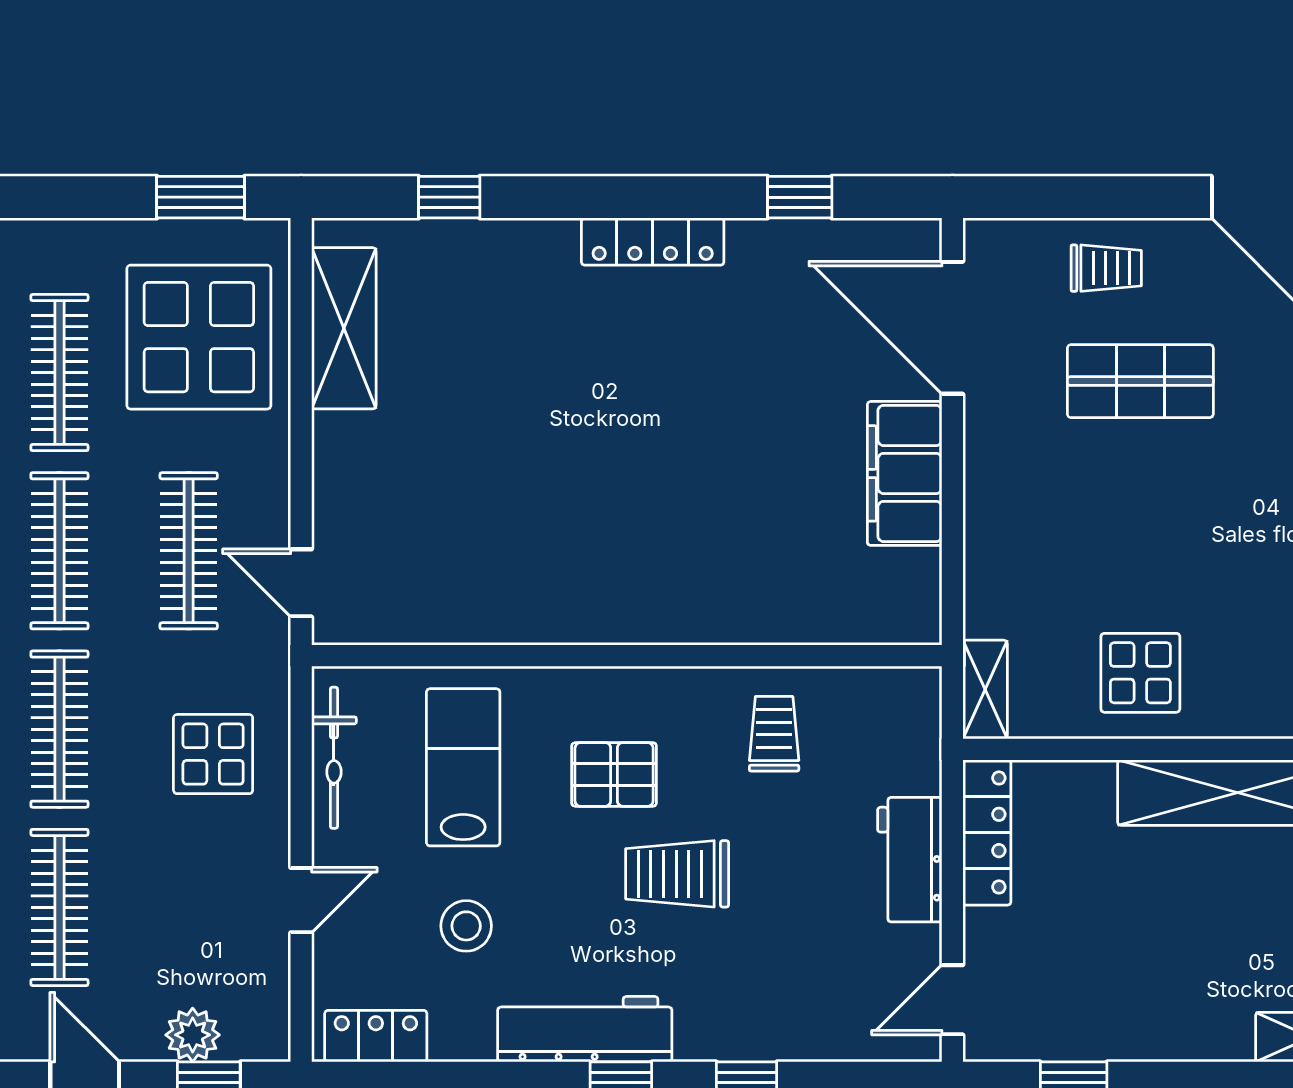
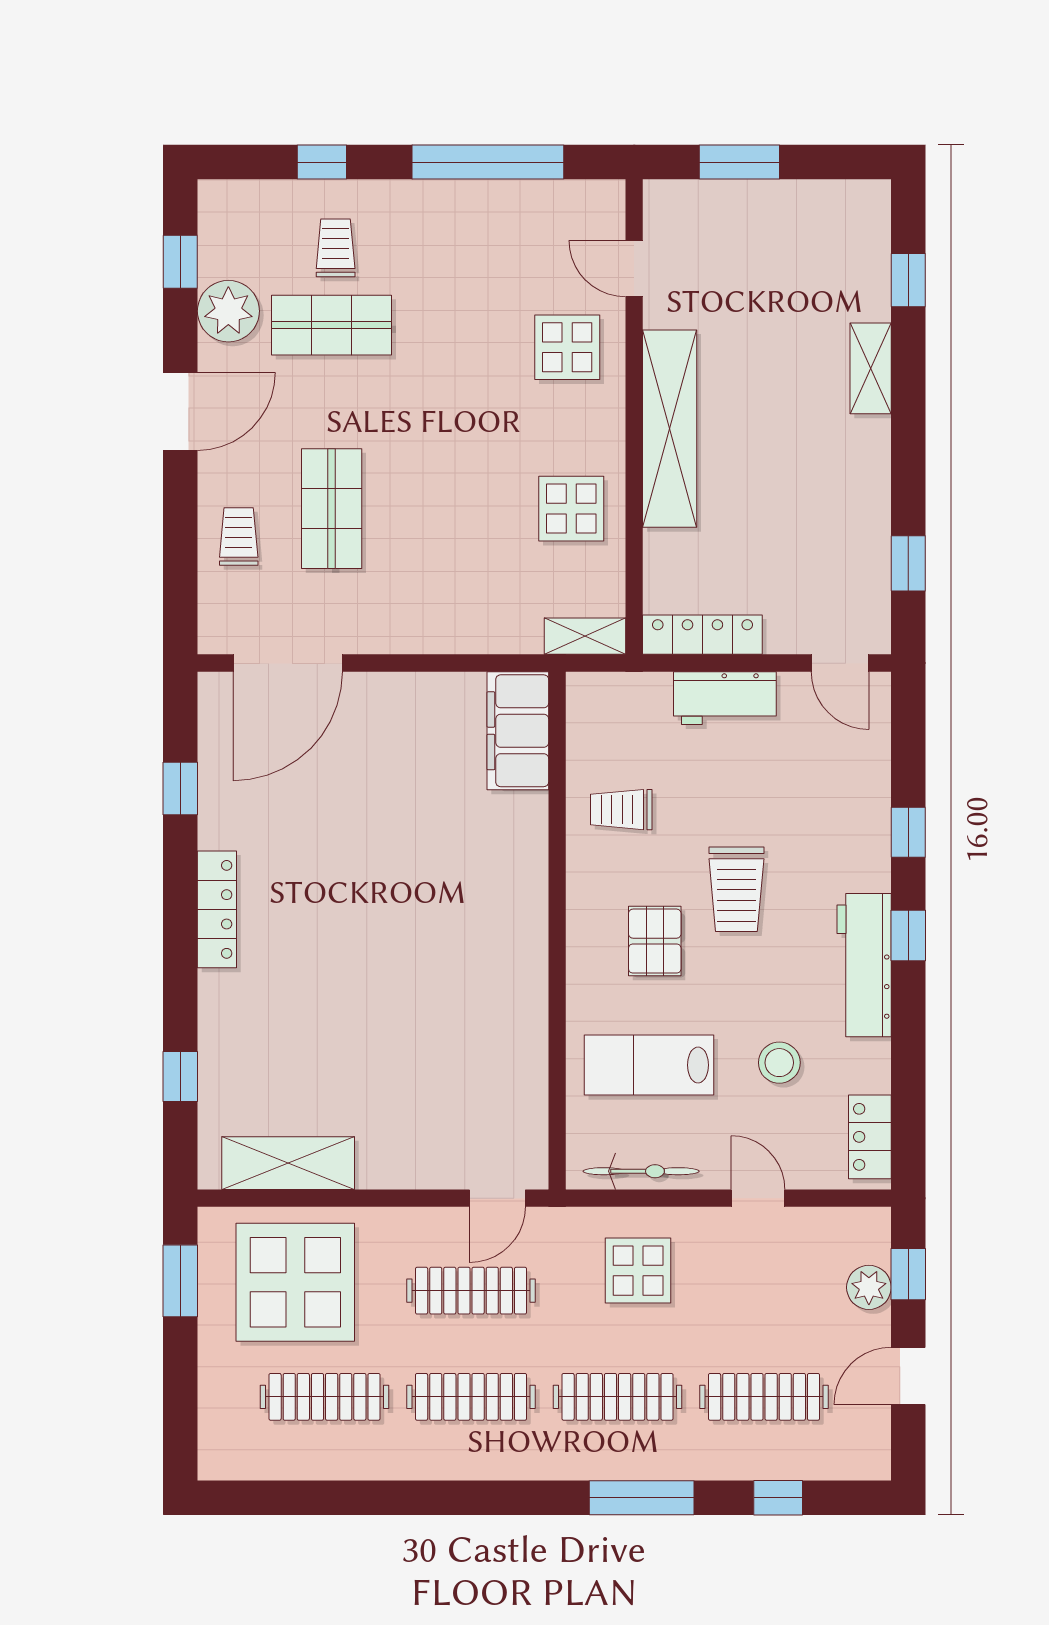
filing cabinet: (905, 473) -> (518, 731), moved, turned 90

